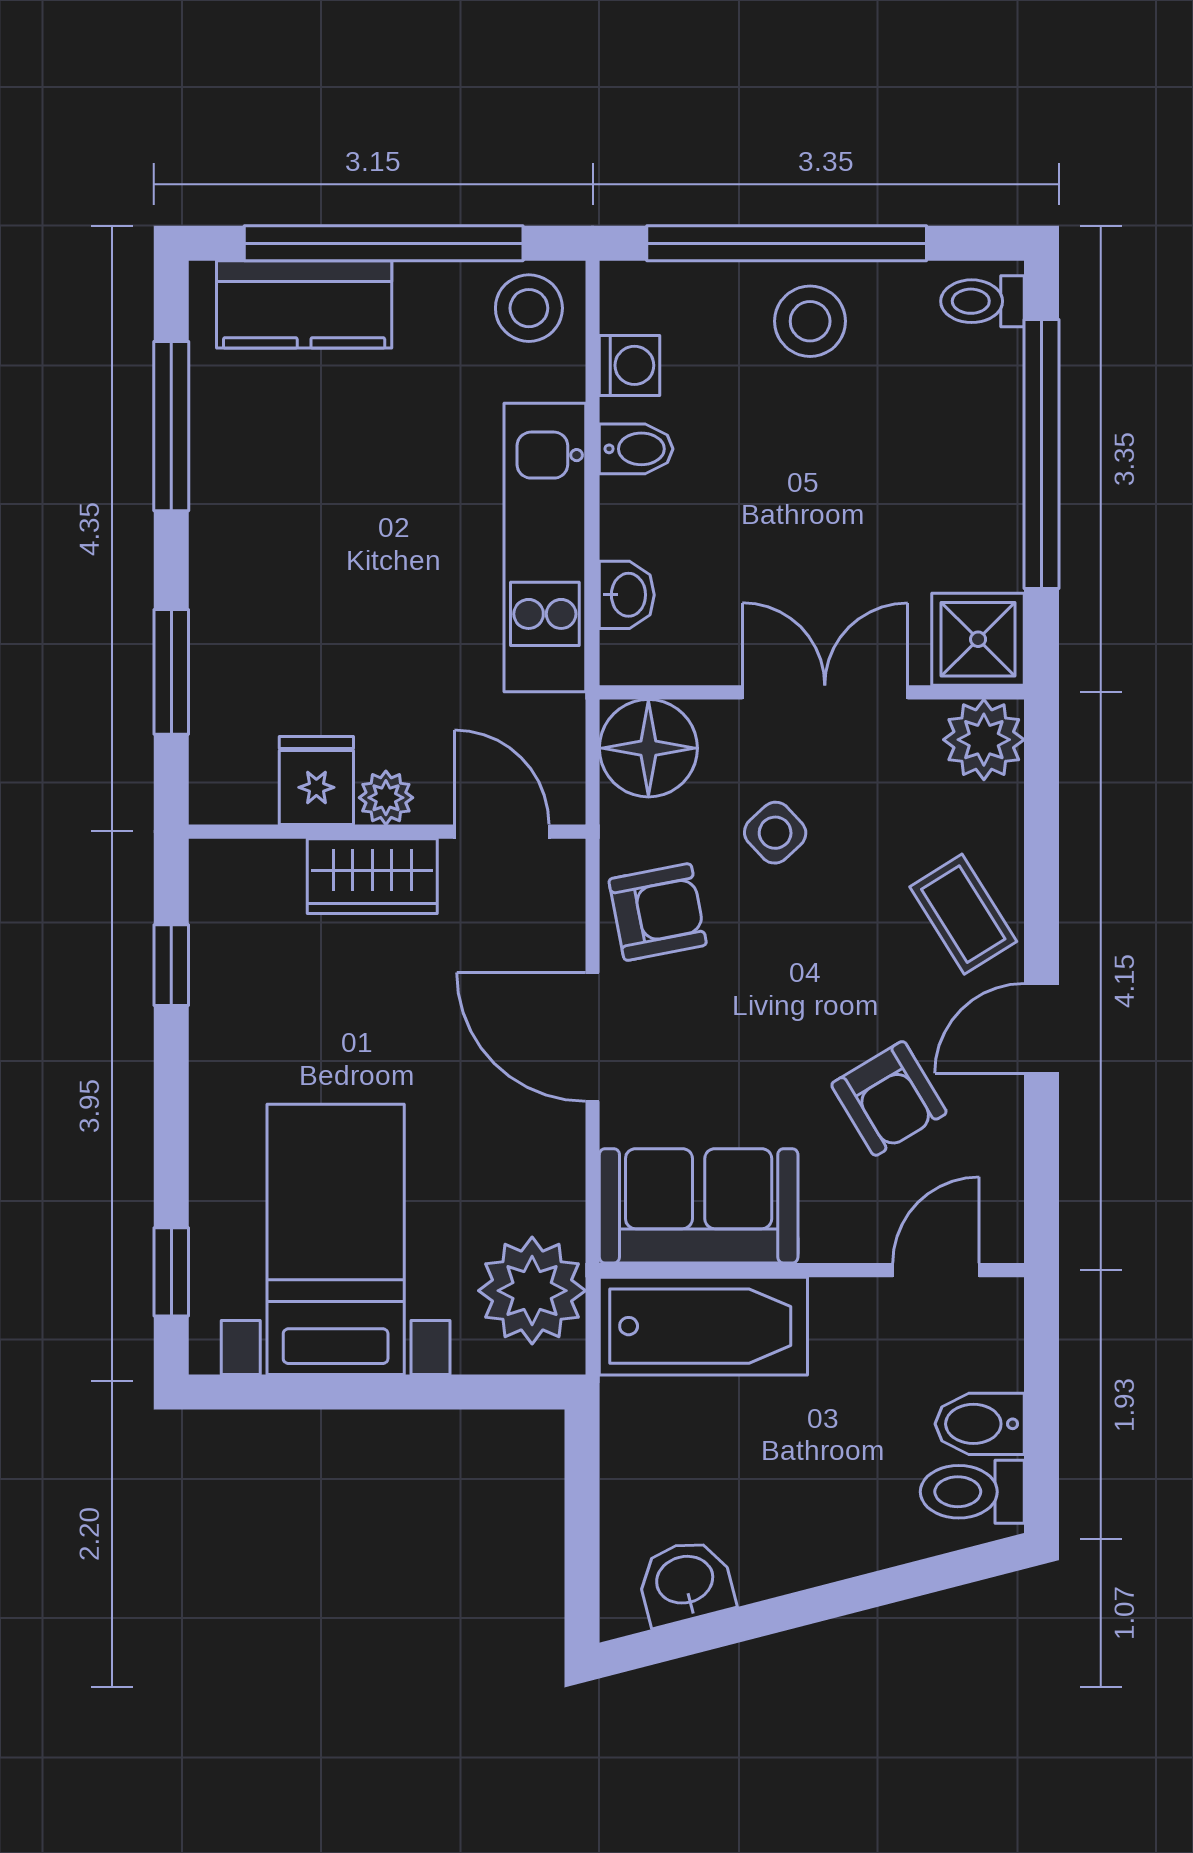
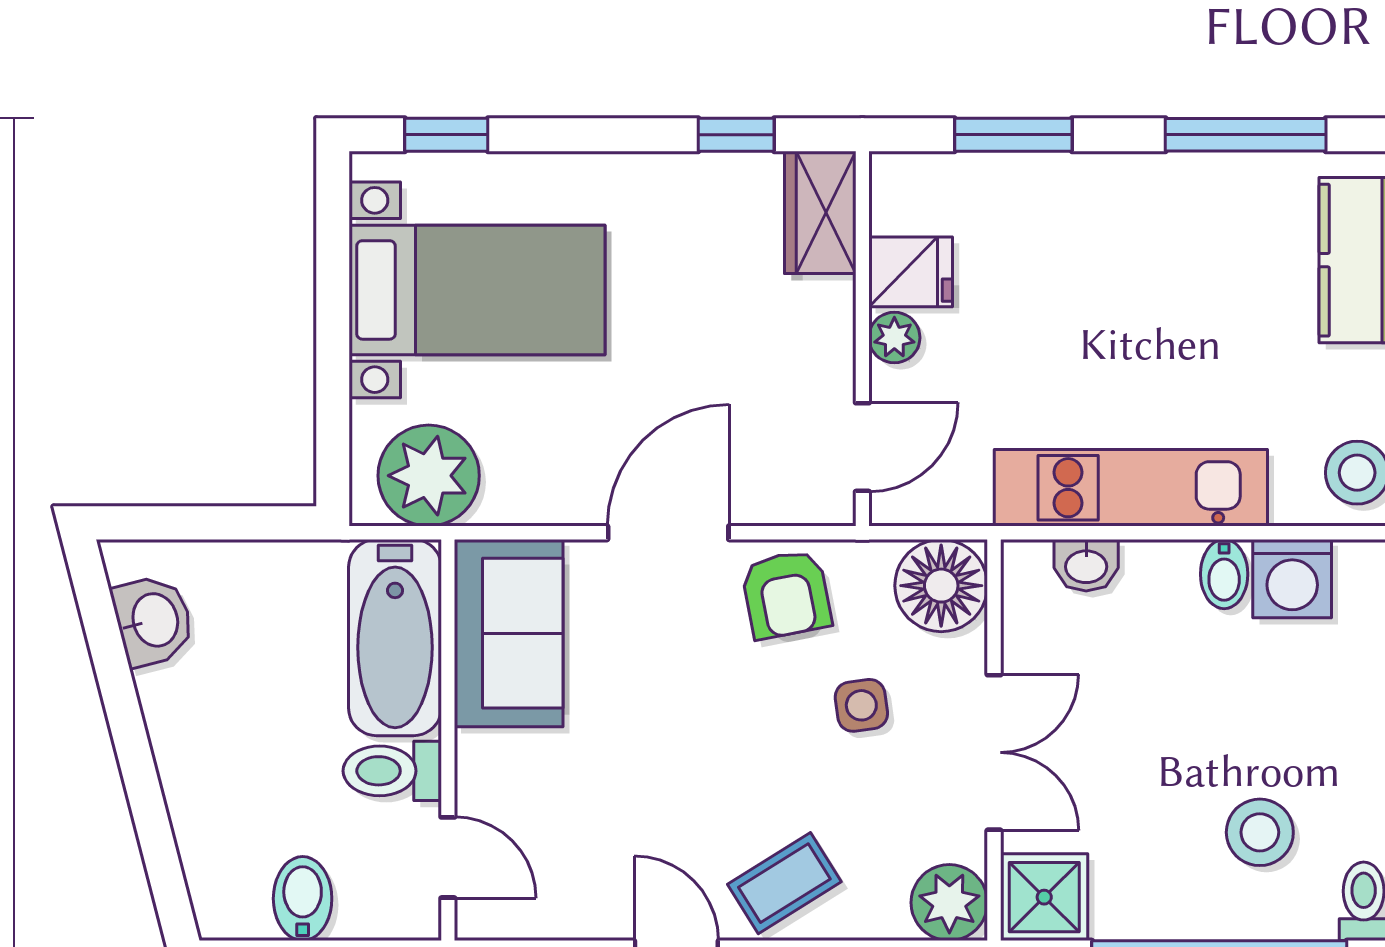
stool: (810, 321) -> (1260, 832), moved
washing machine: (630, 365) -> (1292, 579), width x1.38, depth x1.38
side table: (775, 833) -> (861, 705), turned 35
wardrobe: (372, 876) -> (820, 212), moved
armchair: (889, 1098) -> (610, 813), removed
toilet: (972, 1492) -> (392, 771), moved, turned -90

